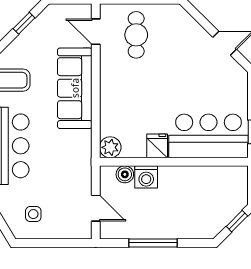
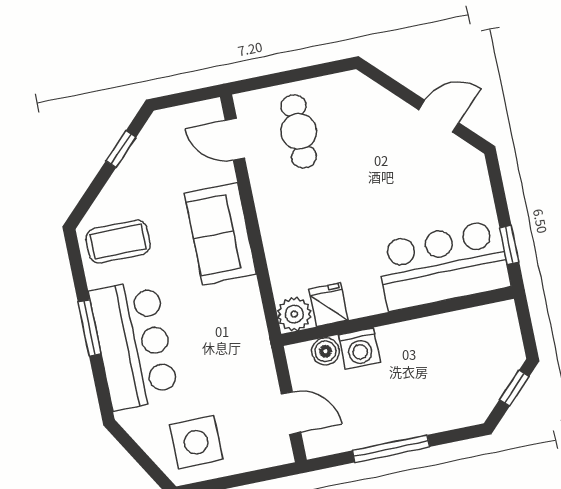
sofa: (75, 88) -> (220, 234), width x0.73
fridge: (157, 146) -> (328, 305), moved
side table: (33, 214) -> (196, 442), width x1.87, depth x1.87

